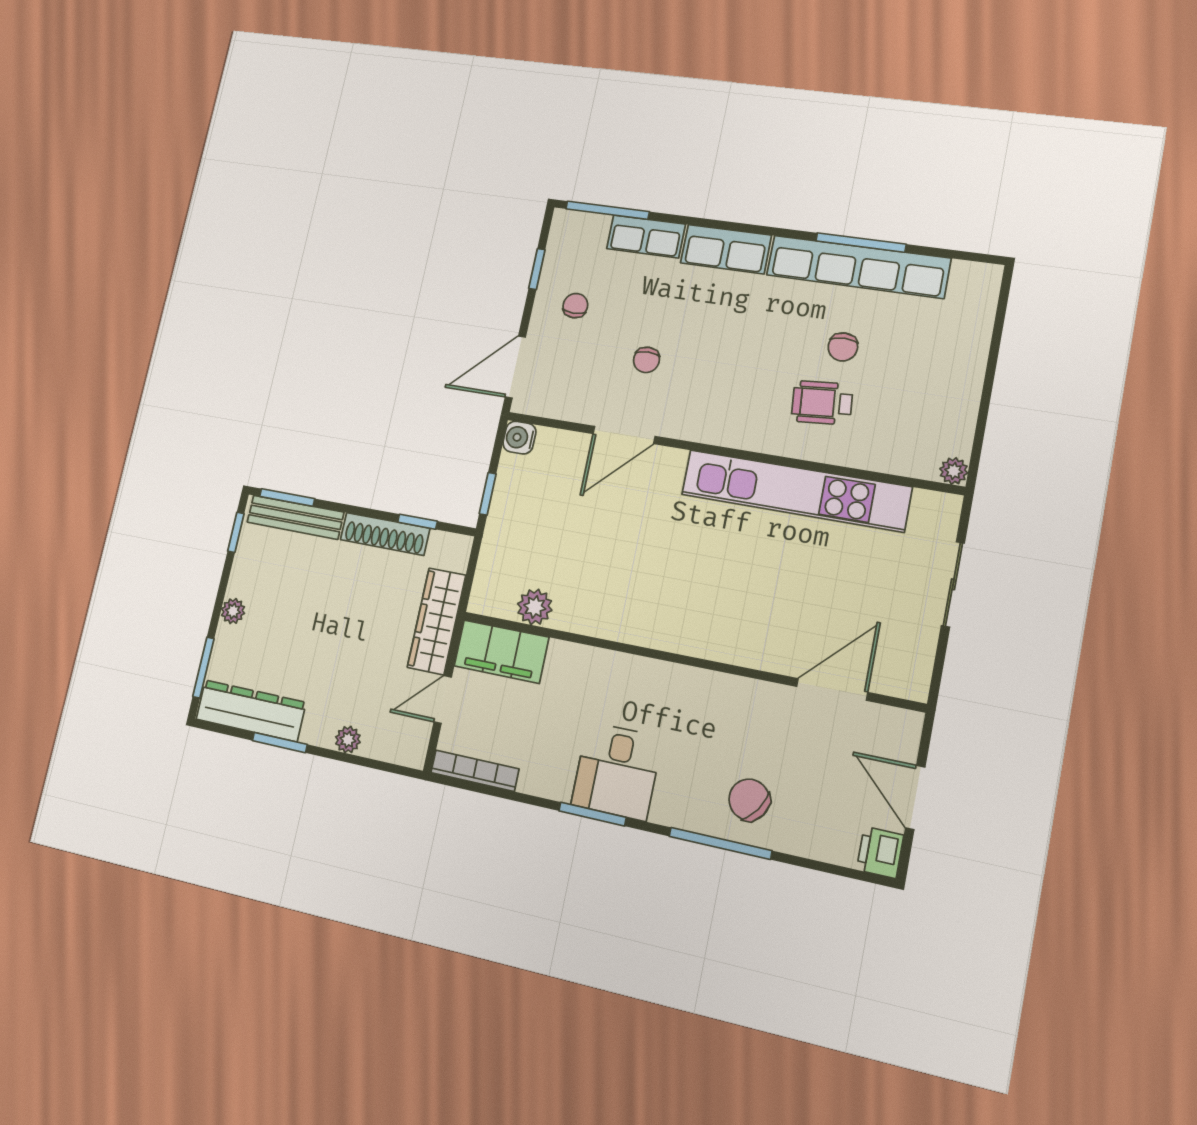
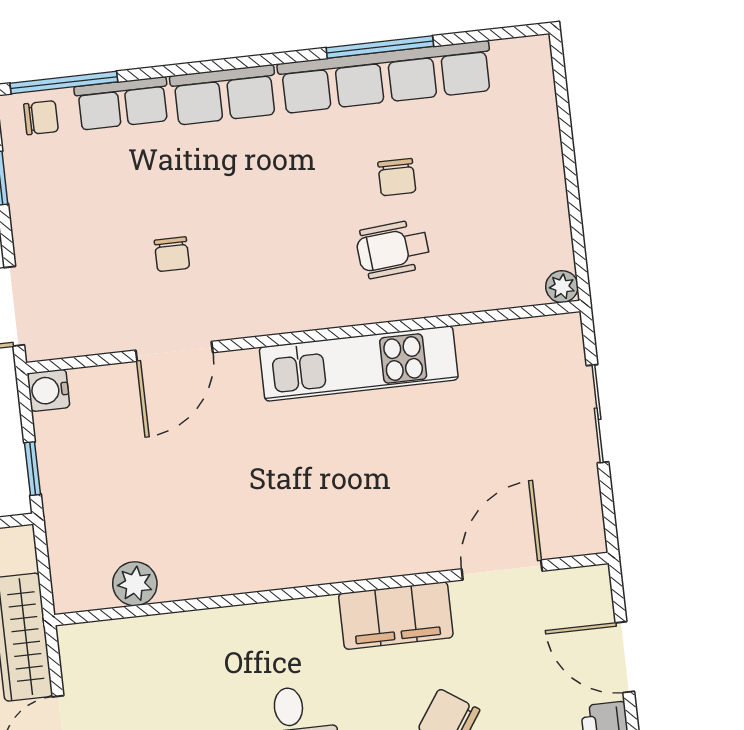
chair: (575, 306) -> (41, 118), moved, turned 90
kitchen unit: (795, 491) -> (359, 363), width x0.73
filing cabinet: (501, 652) -> (396, 616), moved

